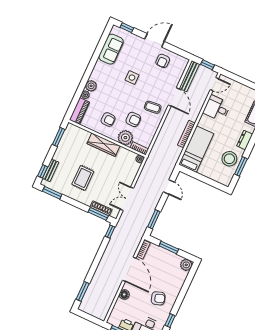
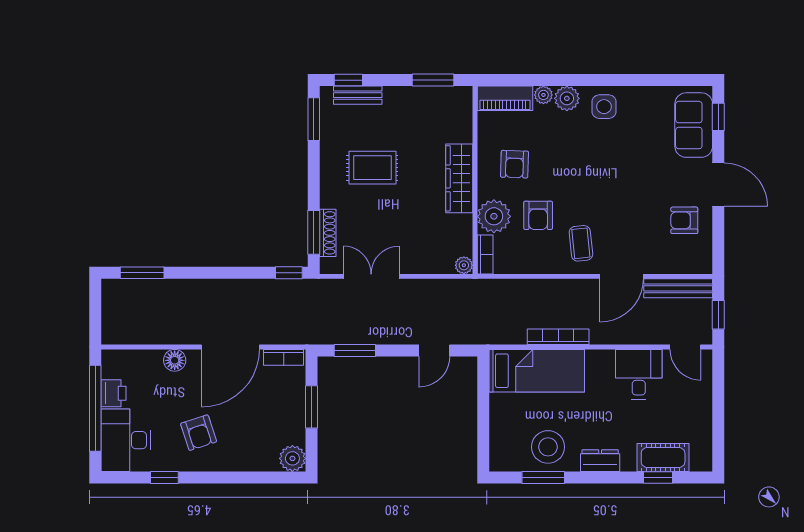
sofa: (111, 49) -> (694, 125), moved, turned 90
side table: (132, 78) -> (604, 107), moved

